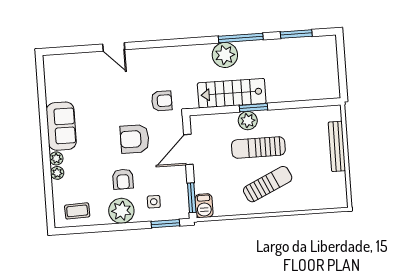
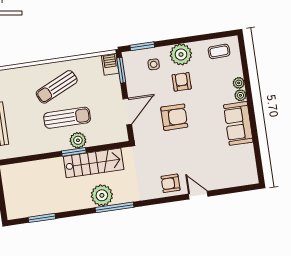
window: (241, 38) -> (114, 207), moved
armchair: (162, 101) -> (170, 183), moved

